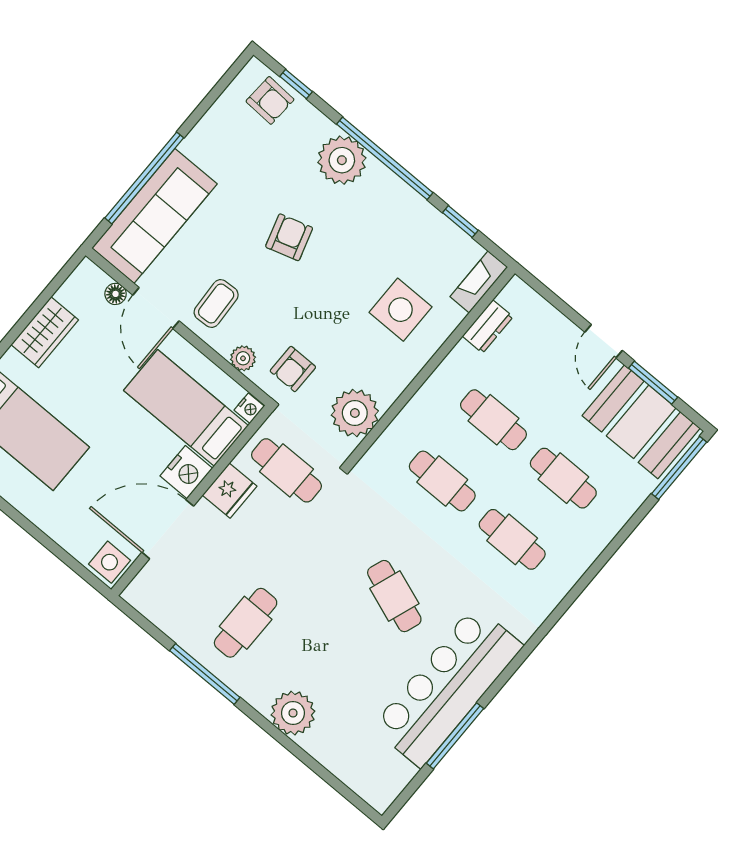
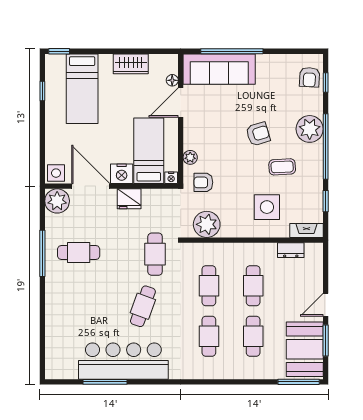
coffee table: (216, 304) -> (282, 167), moved
cafe table: (286, 470) -> (155, 254), moved
plant: (293, 713) -> (57, 201), moved

